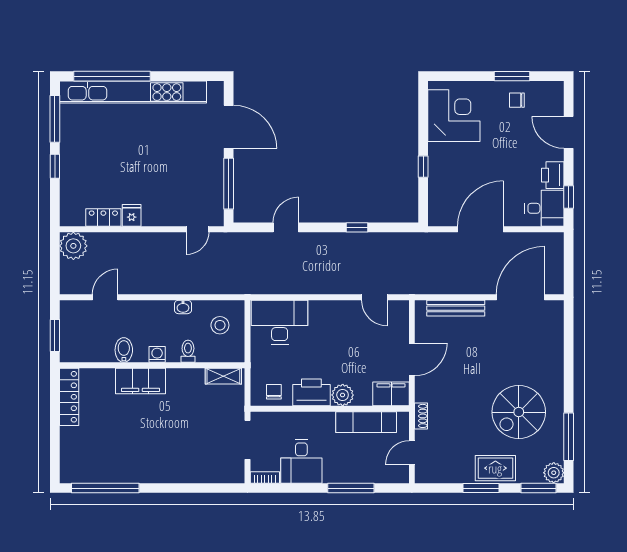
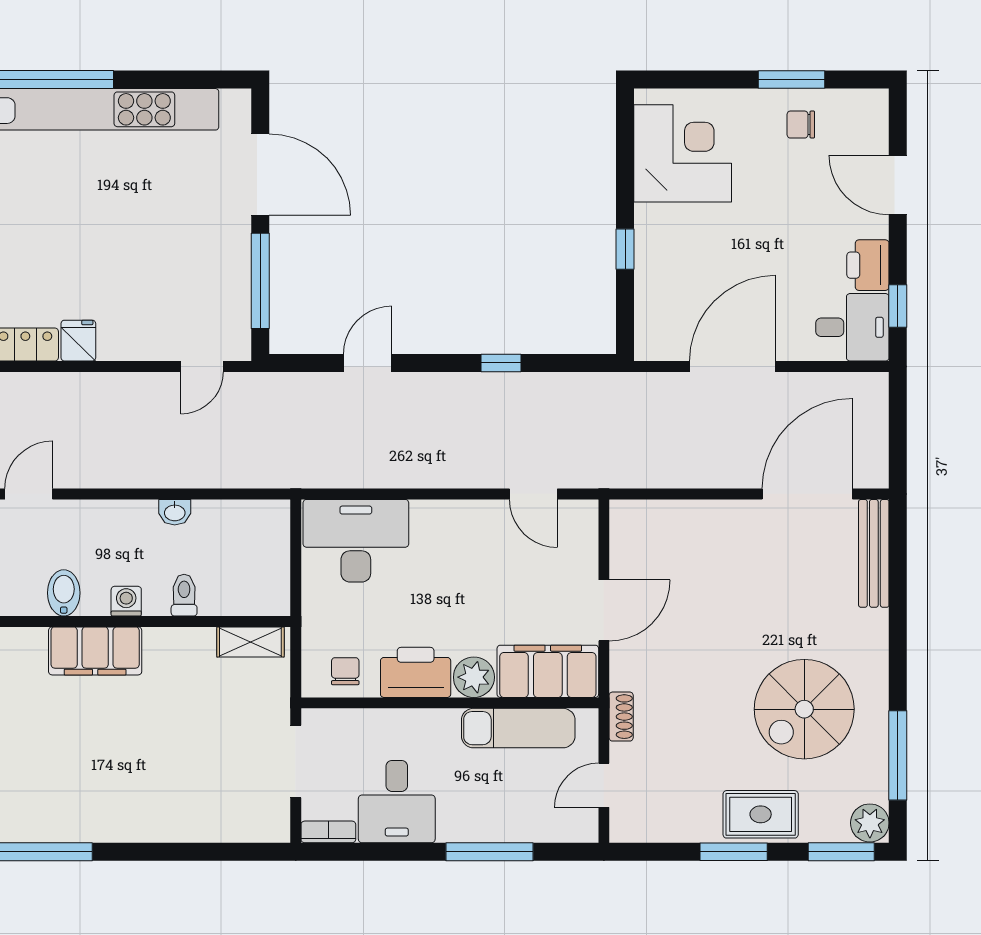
bench: (456, 308) -> (874, 553), moved, turned 90
stool: (220, 325) -> (244, 546), removed
filing cabinet: (391, 394) -> (548, 671), width x1.50, depth x1.17

